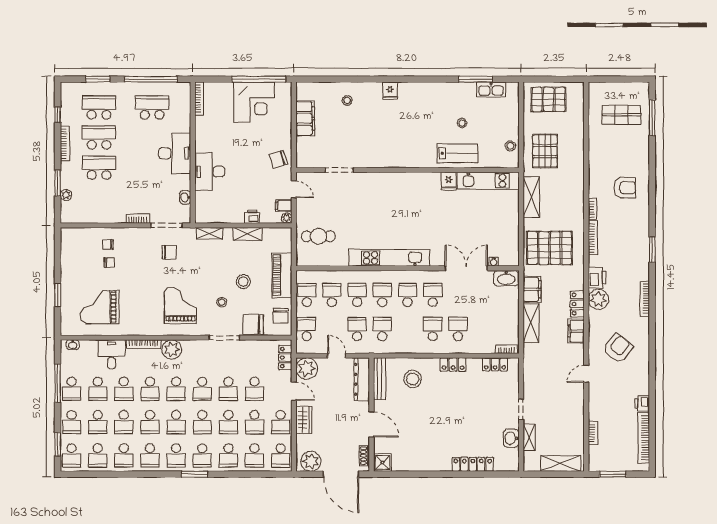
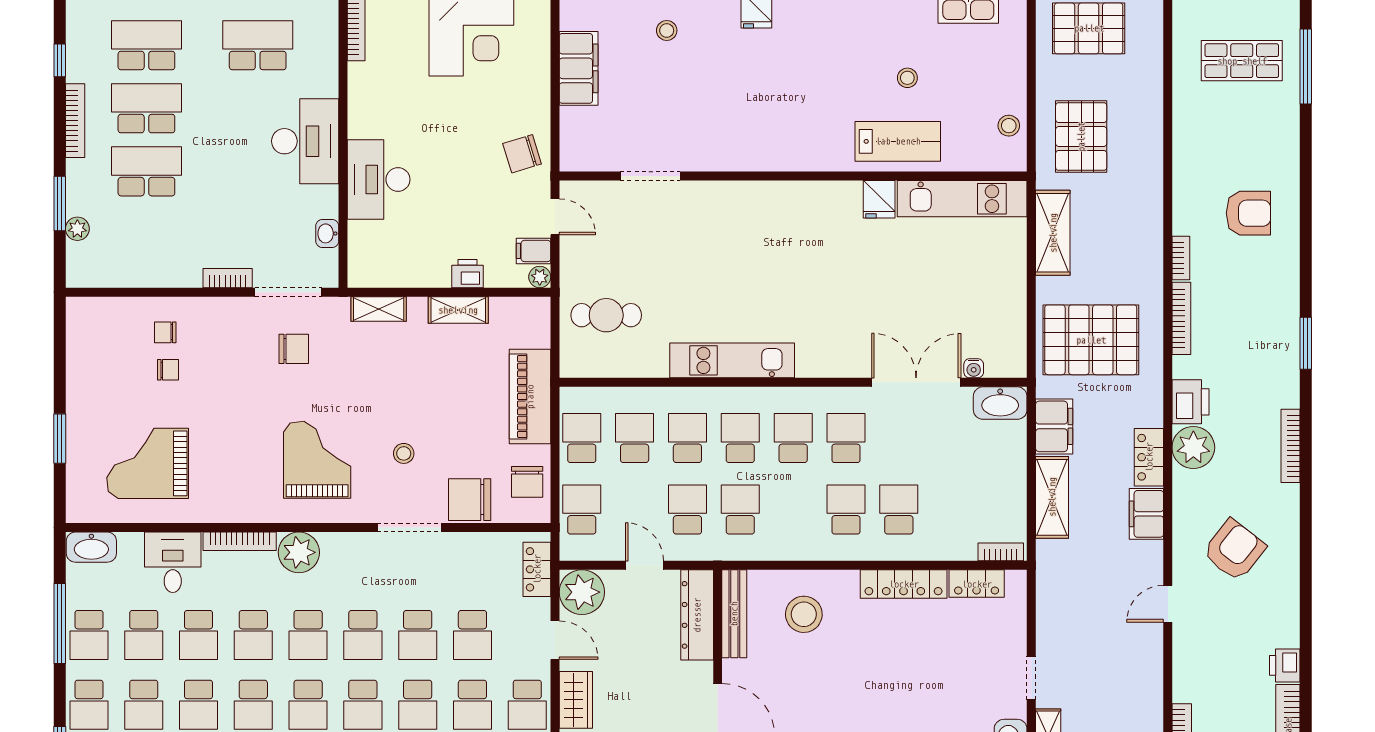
kitchen unit: (389, 258) -> (732, 360), width x0.73
stool: (243, 282) -> (449, 410), removed
washbasin: (73, 345) -> (91, 547), width x1.91, depth x1.45
locker: (453, 365) -> (904, 584), width x1.53

